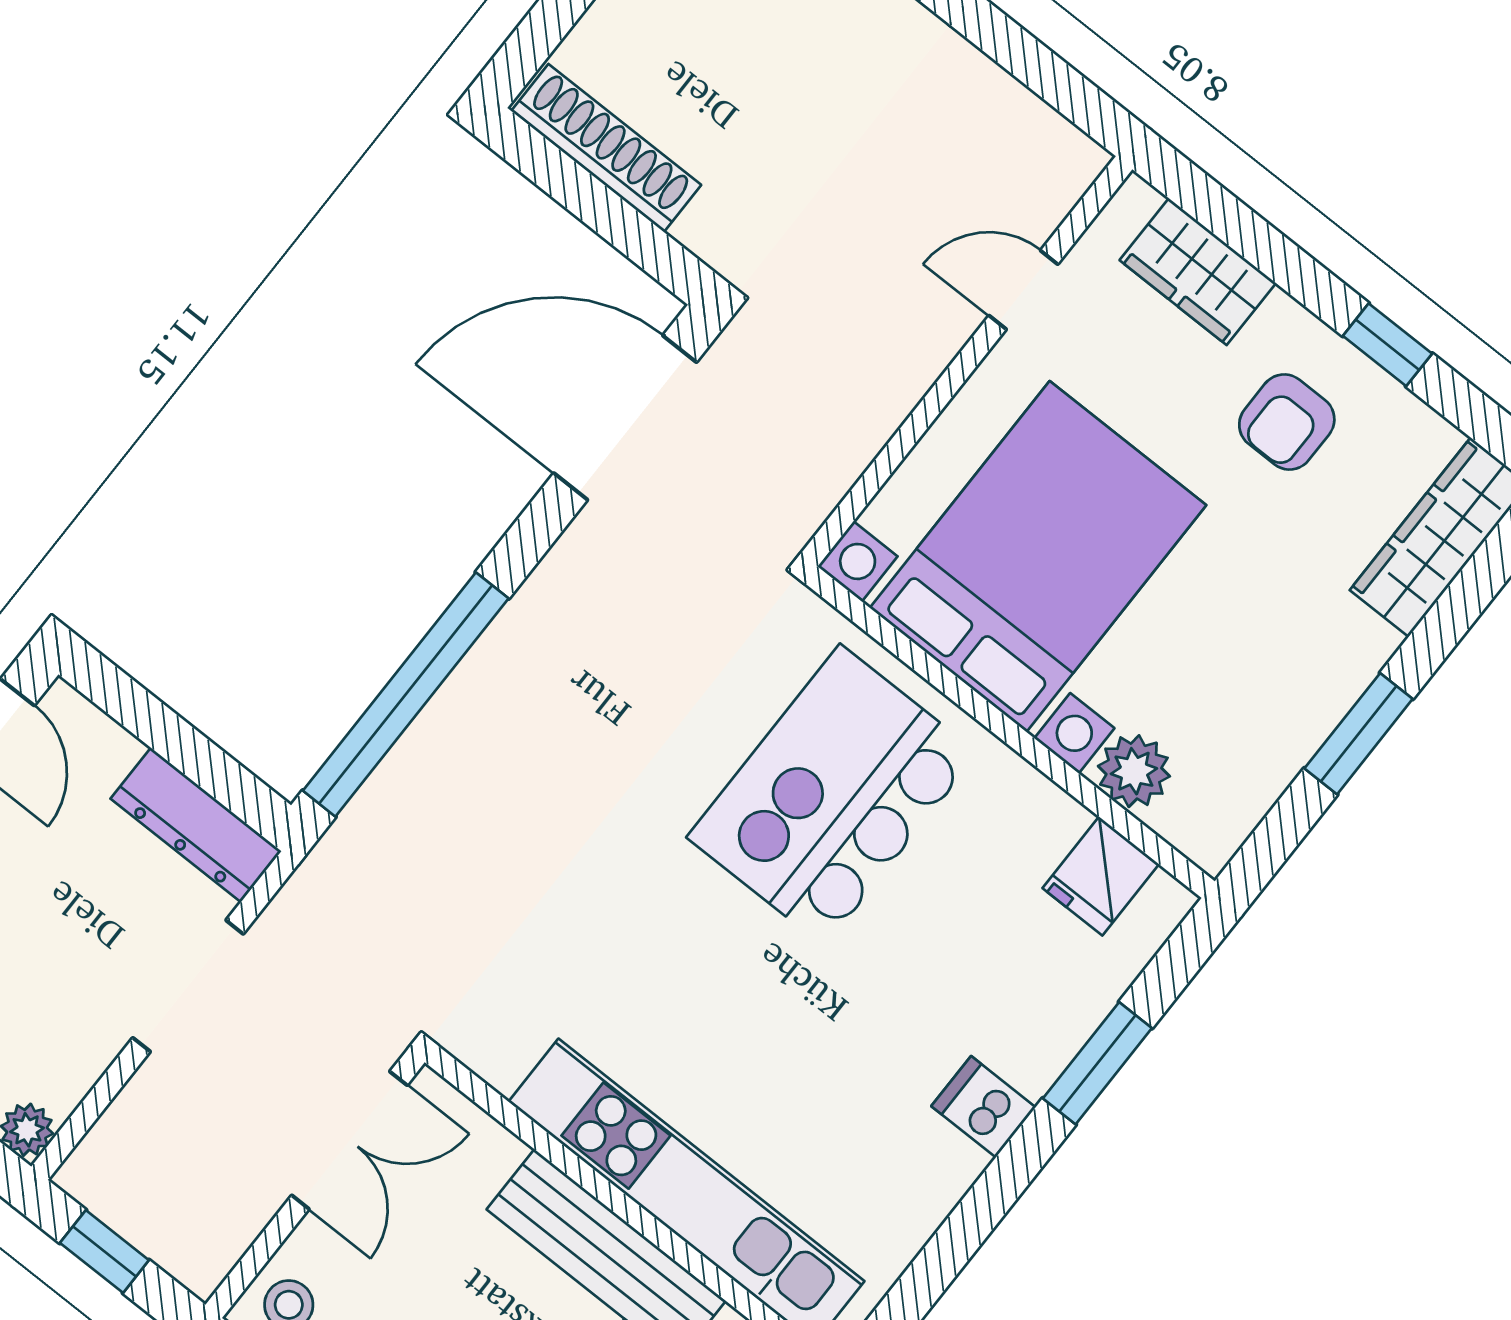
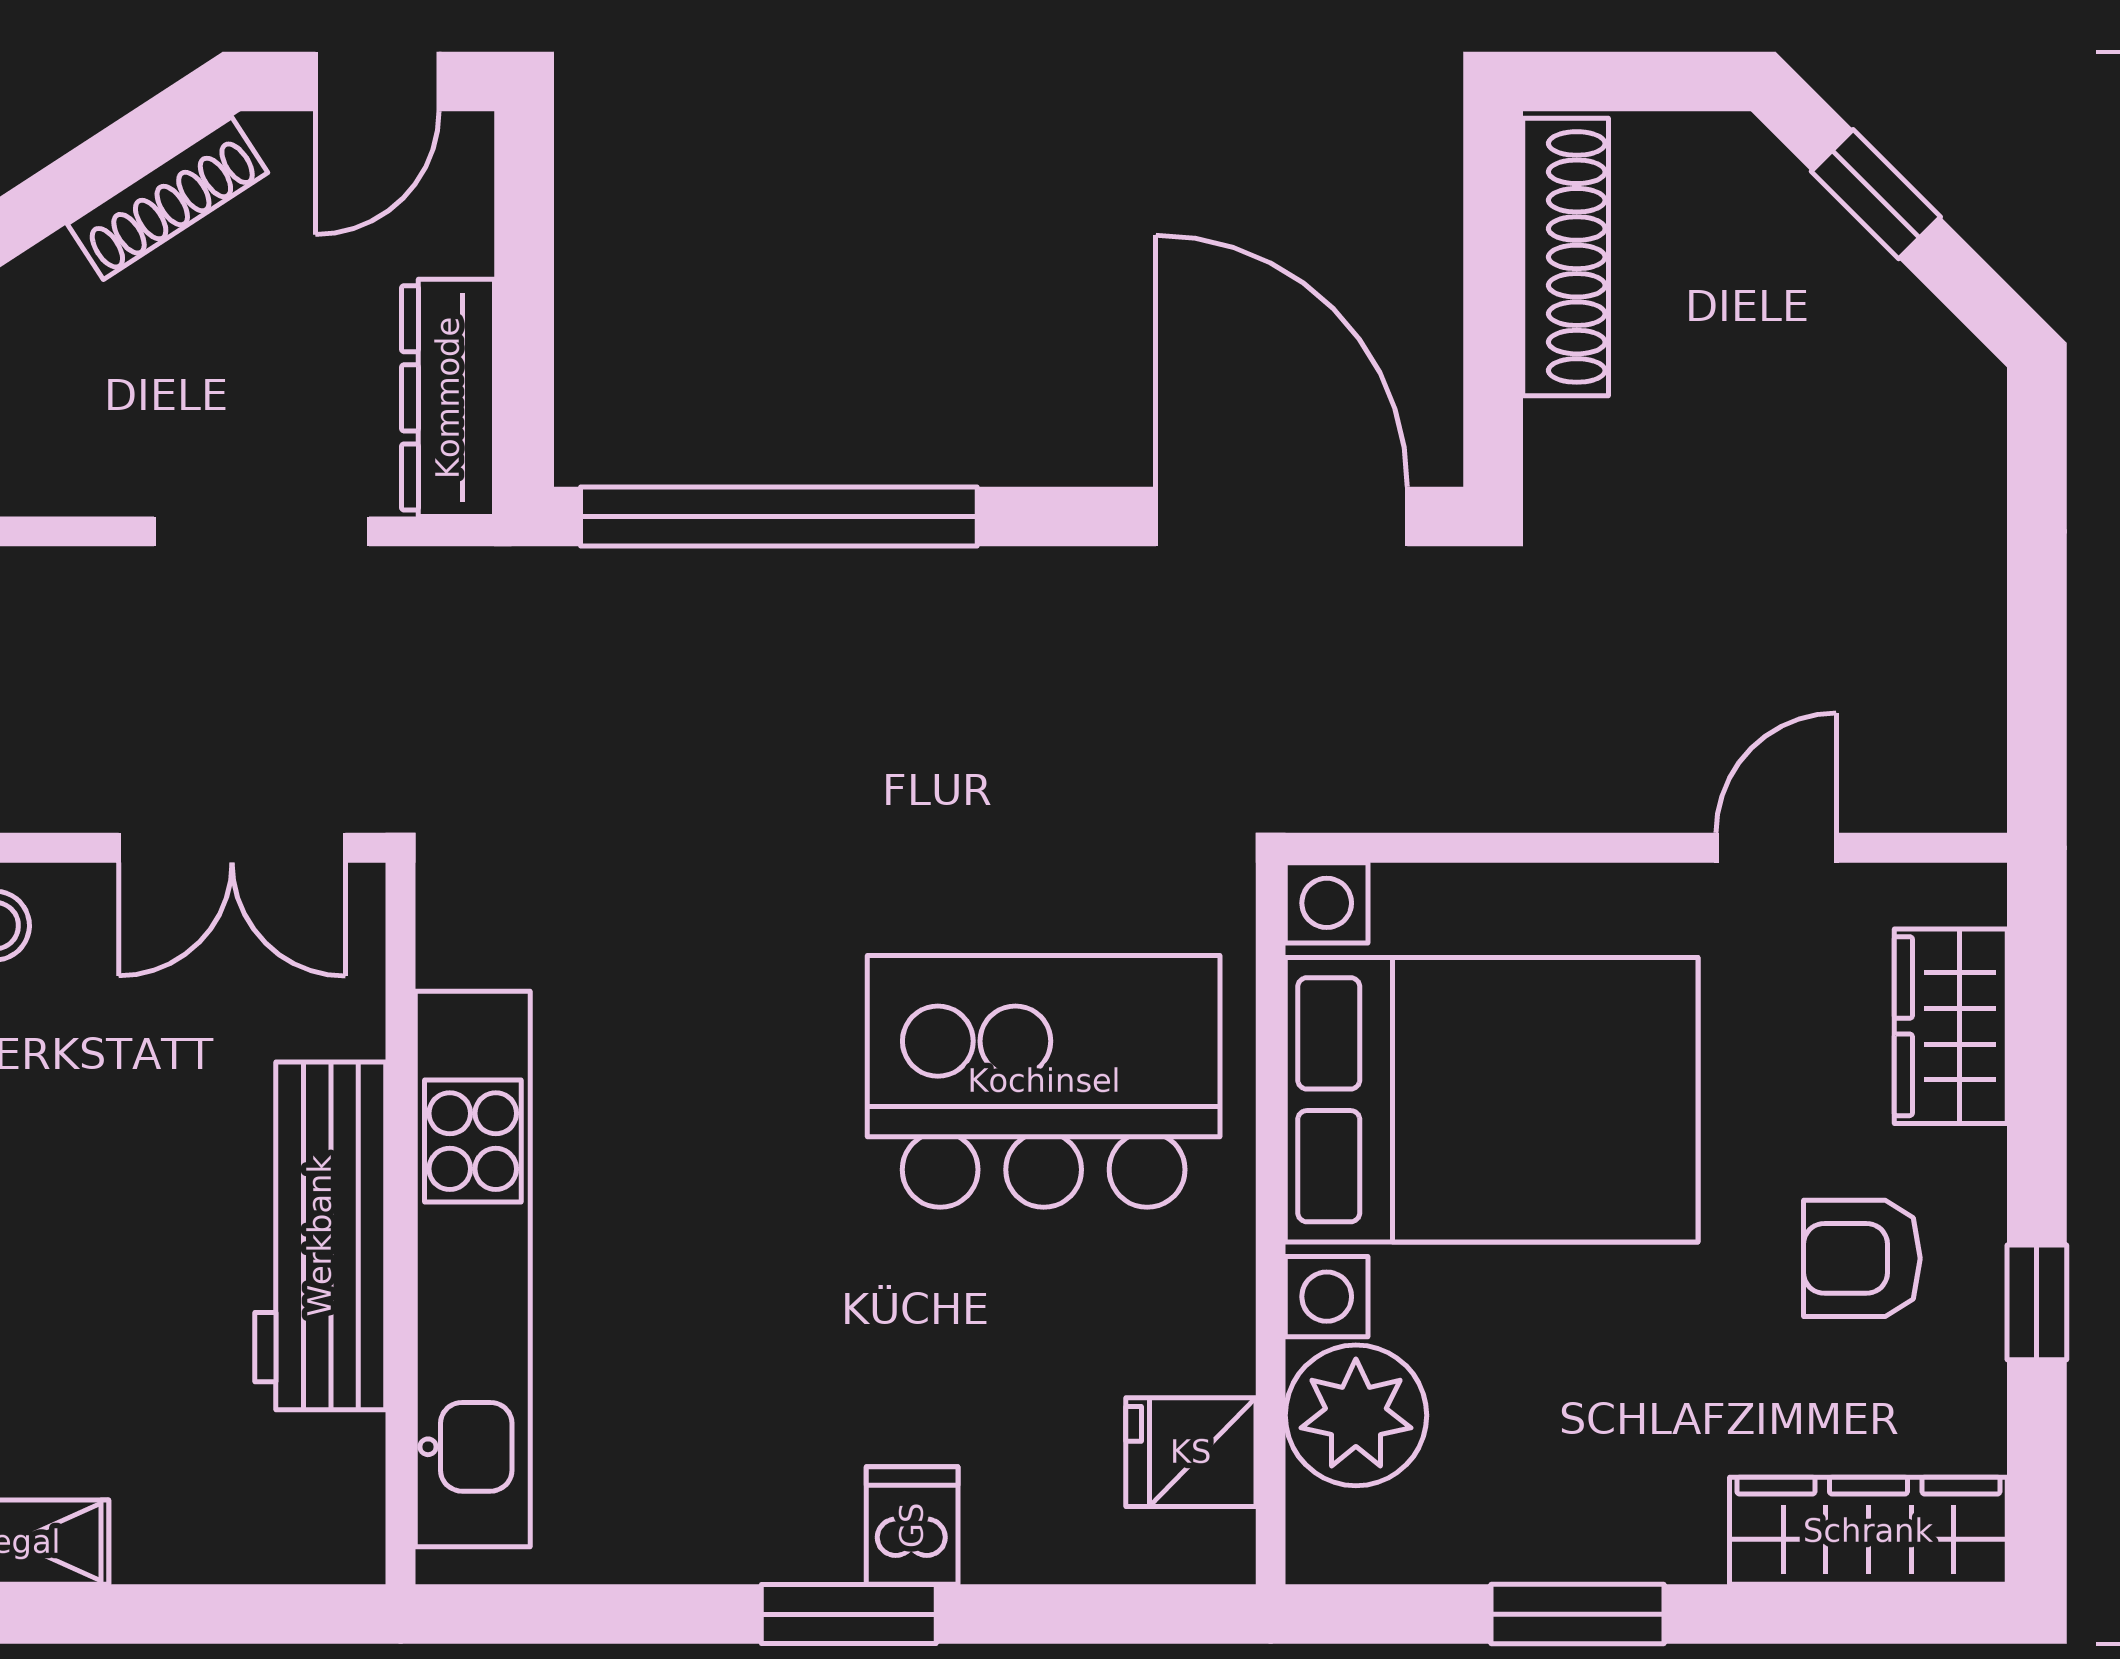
door: (1023, 290) -> (1776, 848), hinge flipped
plant: (1134, 771) -> (1356, 1415), width x1.36, depth x1.36
window: (1097, 1063) -> (849, 1614), moved
dishwasher: (984, 1107) -> (912, 1525), moved

